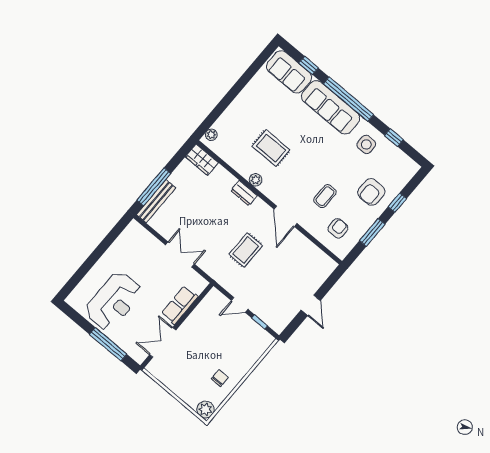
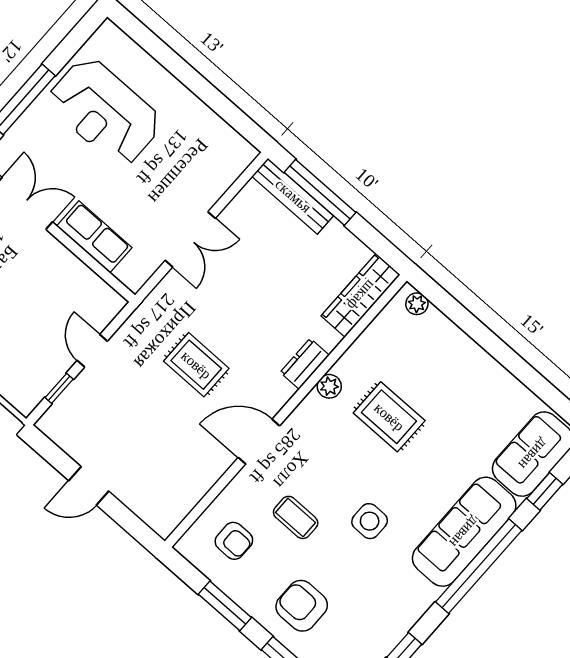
side table: (366, 144) -> (370, 521), moved
rug: (271, 148) -> (389, 417), turned 90
wardrobe: (202, 160) -> (361, 295), width x1.50

